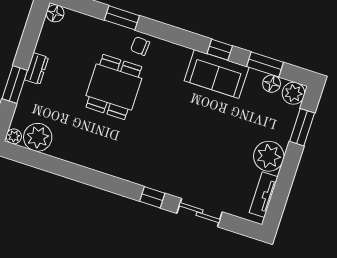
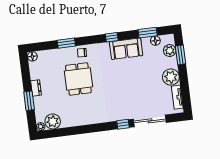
window: (220, 50) -> (112, 37), moved
plant: (293, 93) -> (170, 51), moved
sliding door: (200, 213) -> (150, 121), width x1.37

